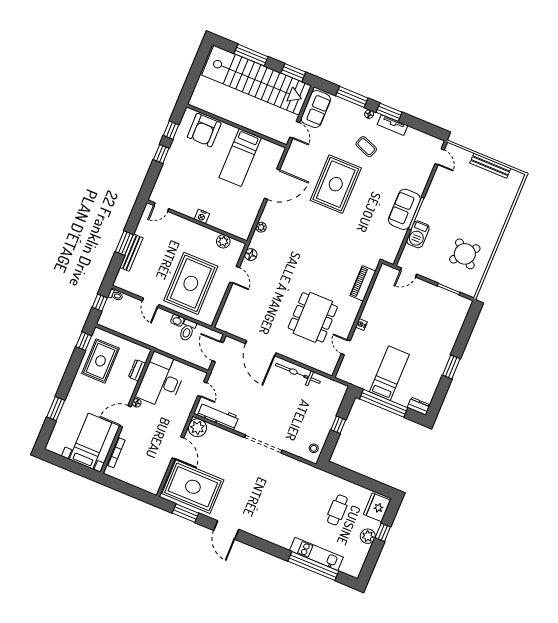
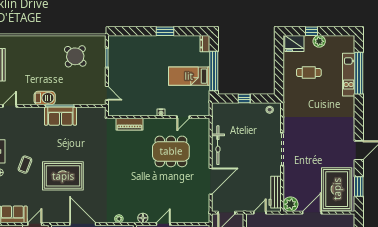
barbecue: (418, 234) -> (45, 98), moved

